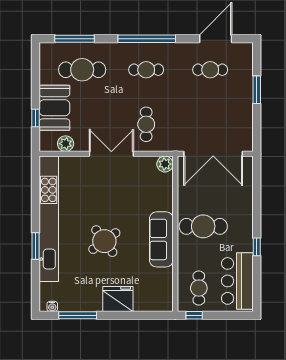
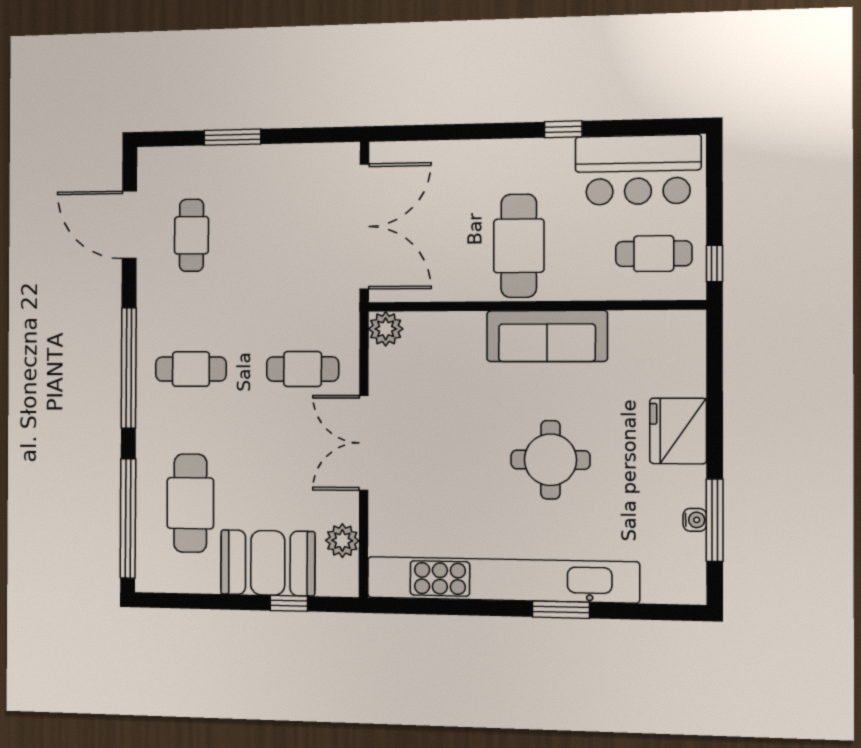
window: (74, 39) -> (128, 518), width x1.46
cafe table: (146, 70) -> (191, 369), turned 90
round table: (104, 241) -> (550, 460), turned 36
water cooler: (52, 306) -> (695, 520), moved

